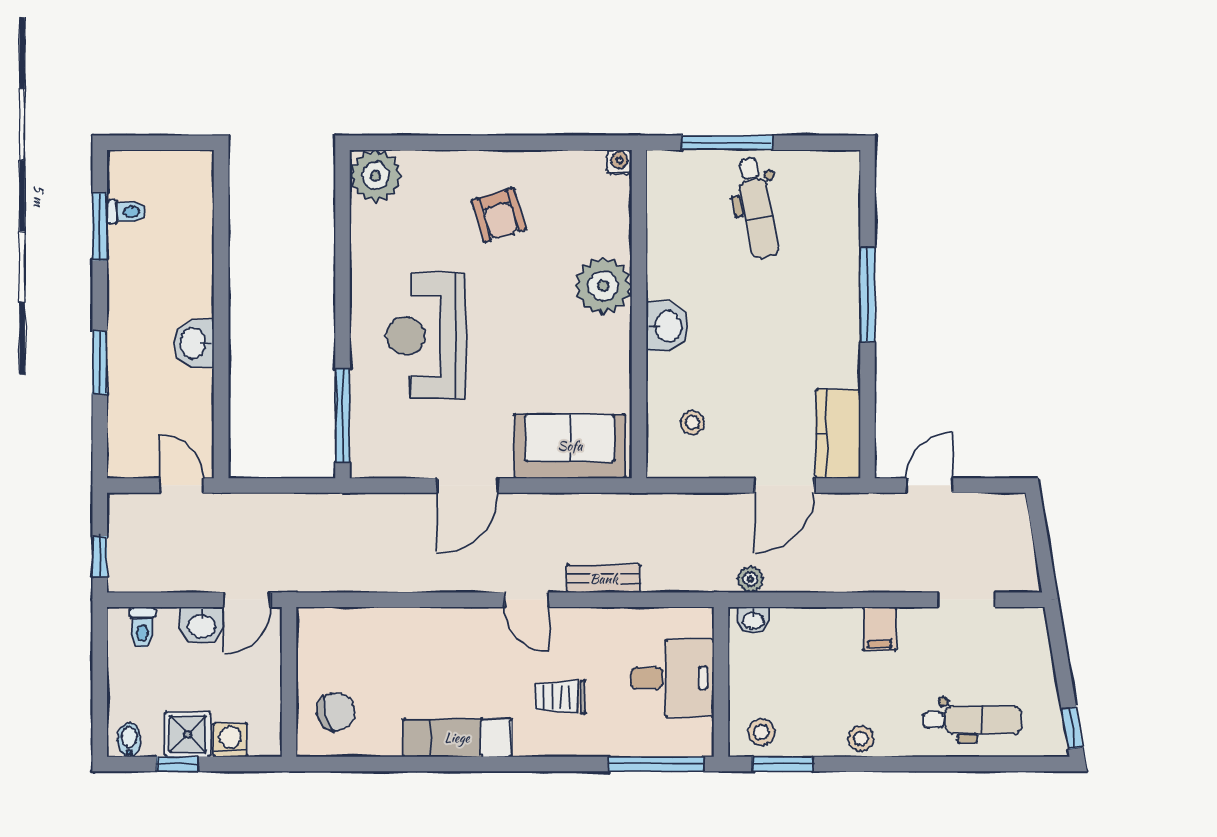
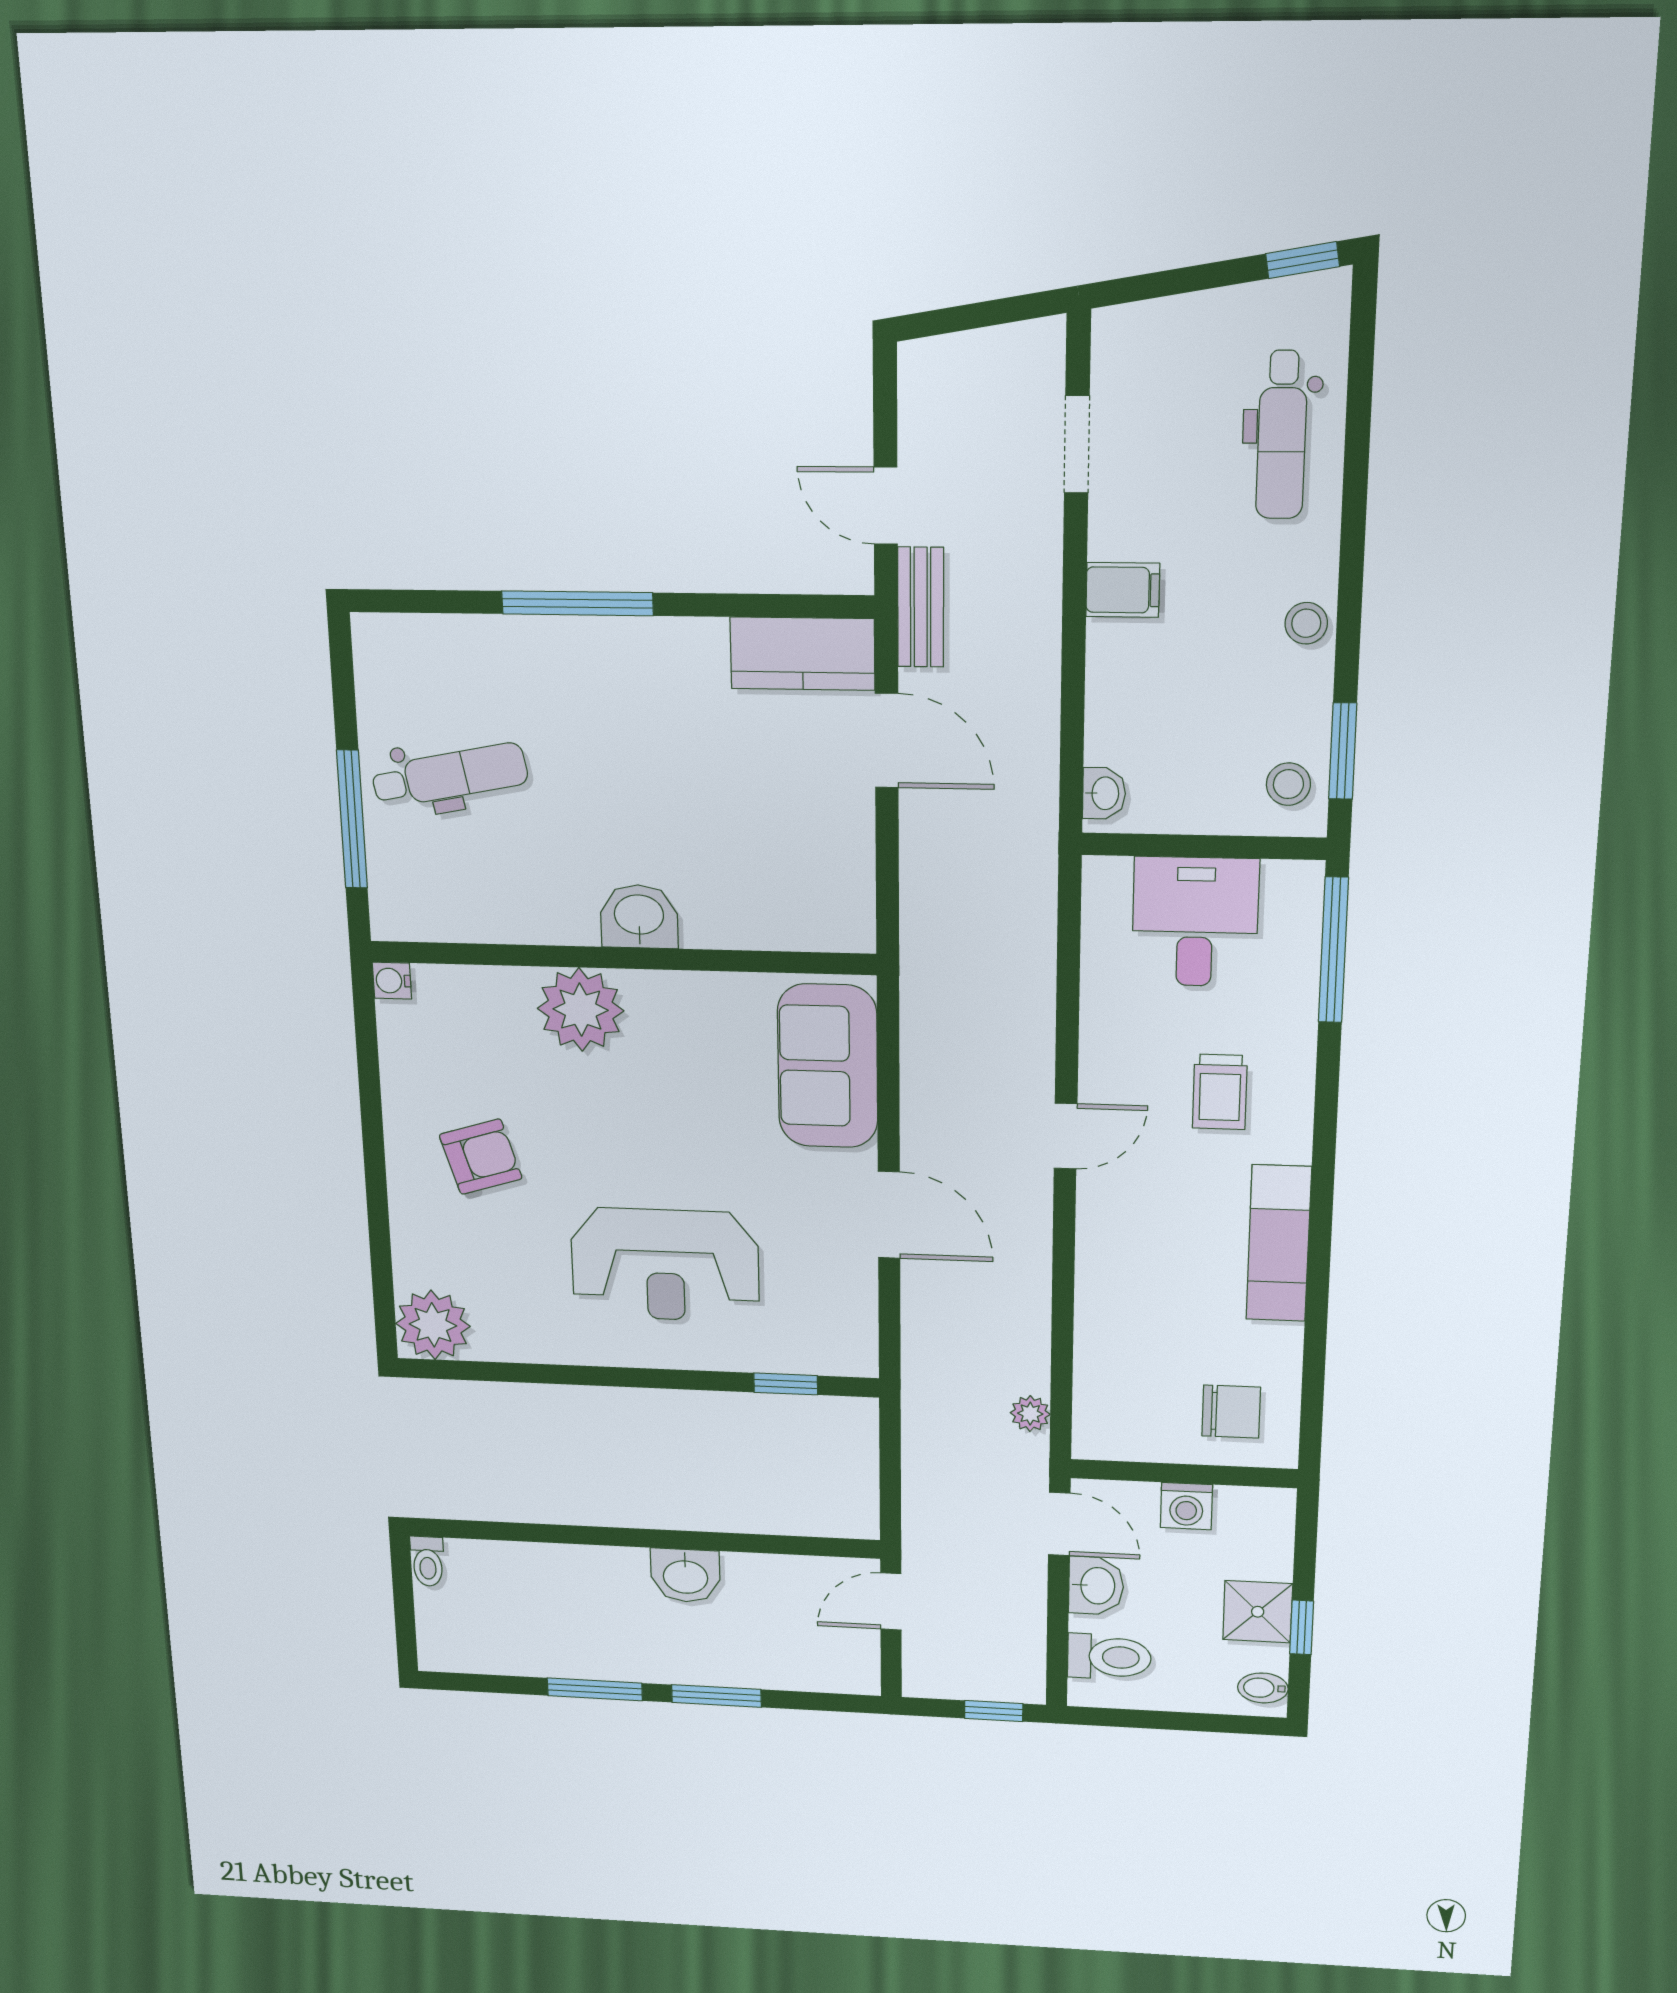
toilet: (126, 212) -> (428, 1561), moved, turned 180
window: (100, 226) -> (595, 1689), moved
window: (343, 415) -> (786, 1384), width x0.46
stool: (692, 423) -> (788, 881), removed
bench: (604, 579) -> (921, 607), moved
plant: (750, 579) -> (1030, 1414), moved
toilet: (142, 627) -> (1109, 1657), width x1.37, depth x1.39
chair: (336, 712) -> (1231, 1412), turned 105
dental chair: (972, 720) -> (1282, 435), turned 180
washing machine: (230, 740) -> (1186, 1506), moved, turned -90

